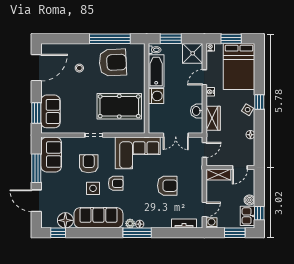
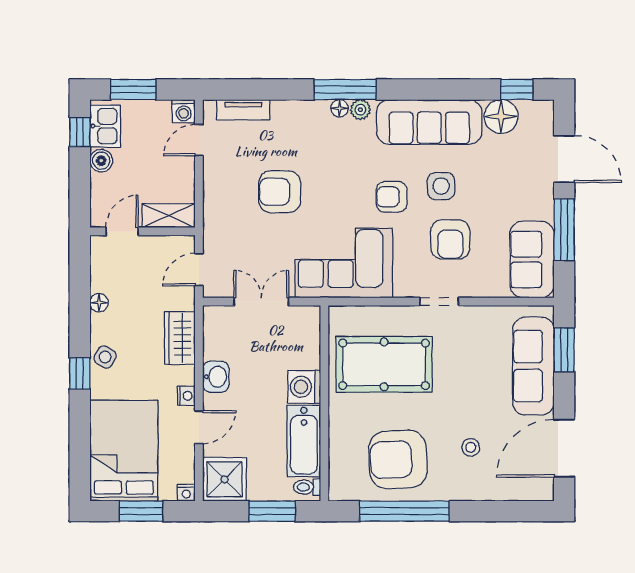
sofa: (51, 111) -> (533, 366), width x1.36
washbasin: (197, 111) -> (216, 377), moved

